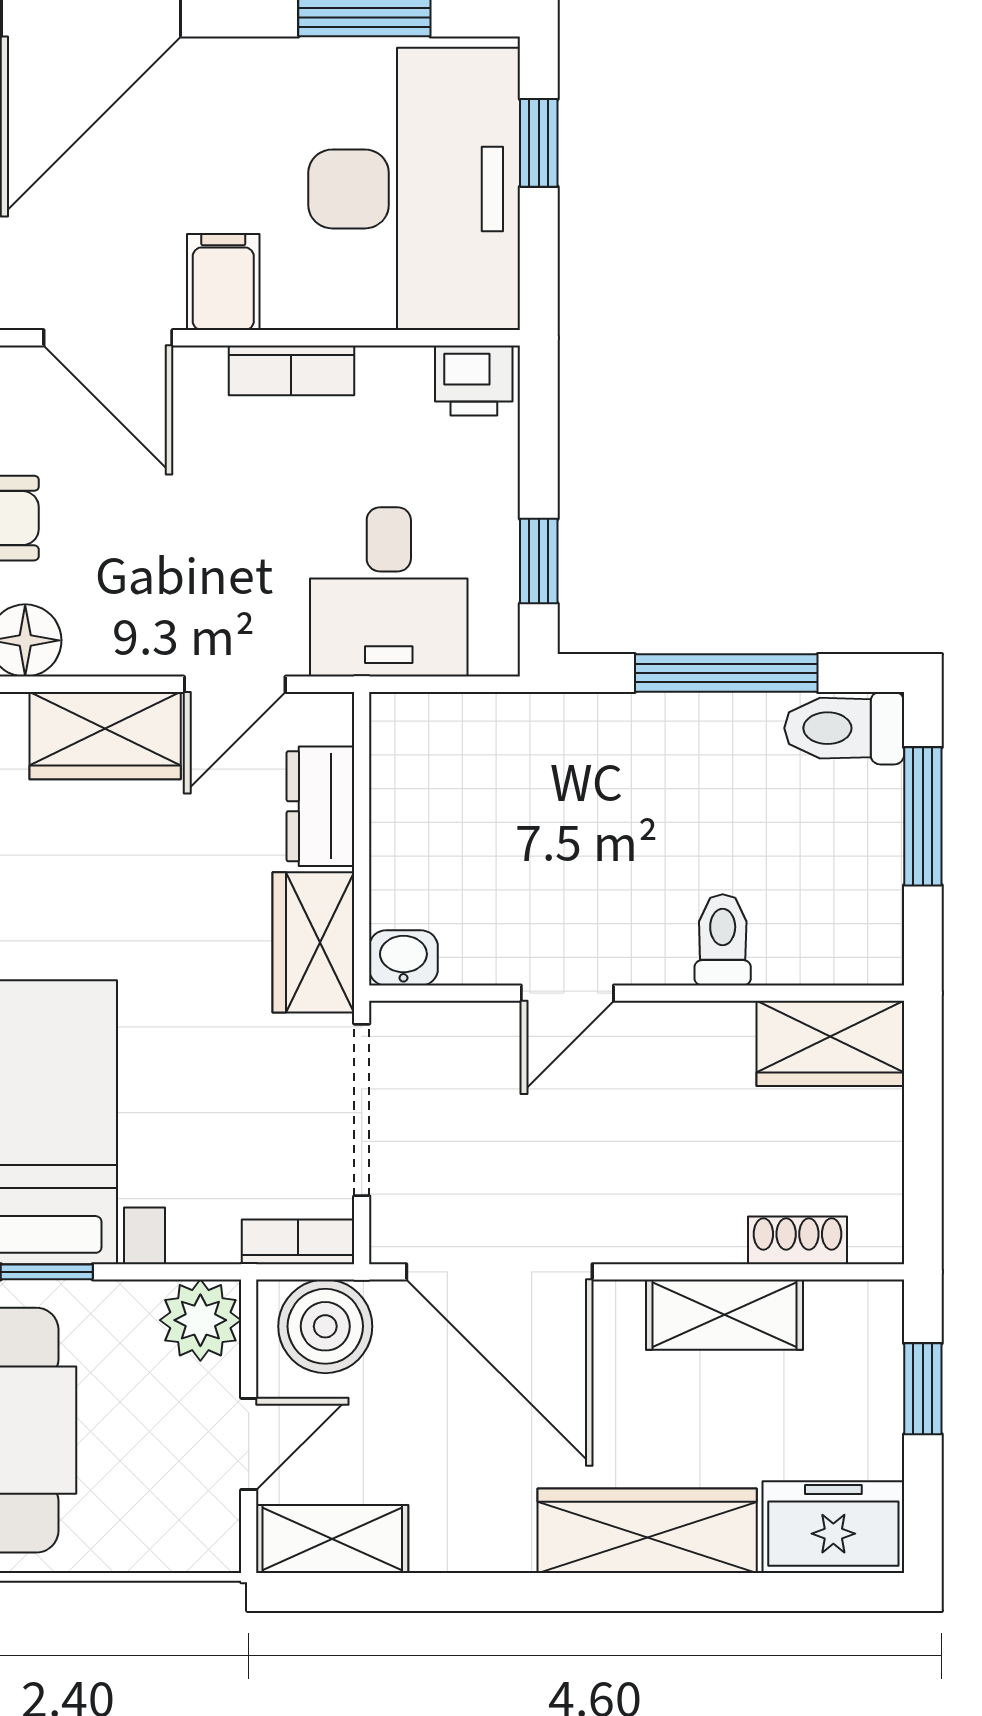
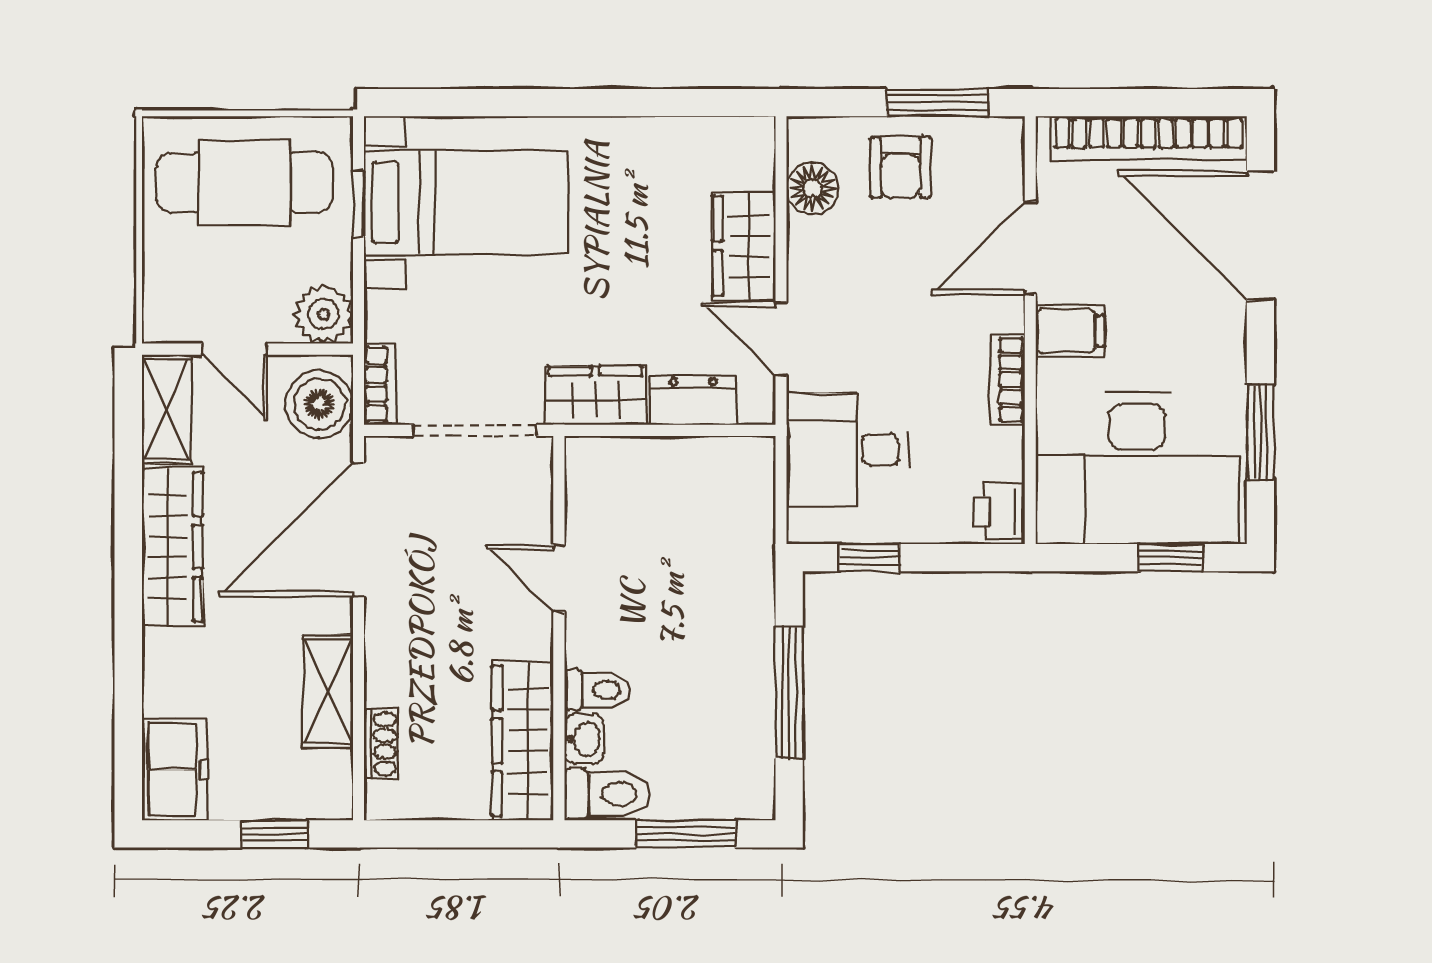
toilet: (844, 728) -> (607, 794), moved, turned 90
washbasin: (403, 958) -> (584, 739), moved
wardrobe: (830, 1043) -> (523, 741), width x1.50
wardrobe: (647, 1531) -> (172, 547), moved

